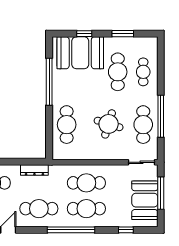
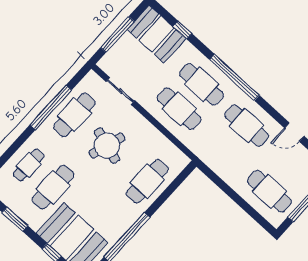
sliding door: (142, 162) -> (120, 91), moved
dresser: (34, 170) -> (217, 166), removed
booth: (145, 200) -> (157, 34), moved, turned 90

